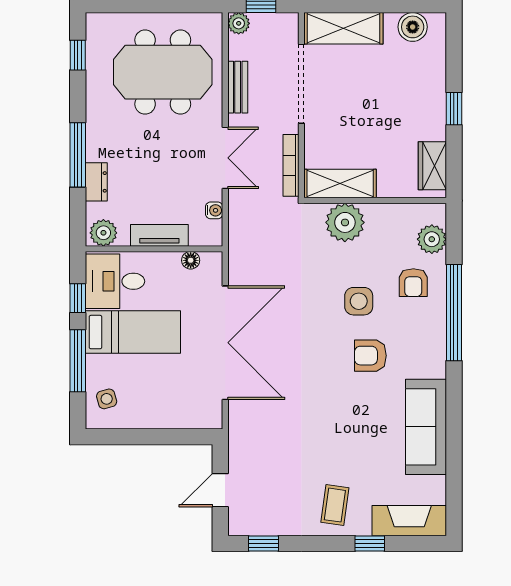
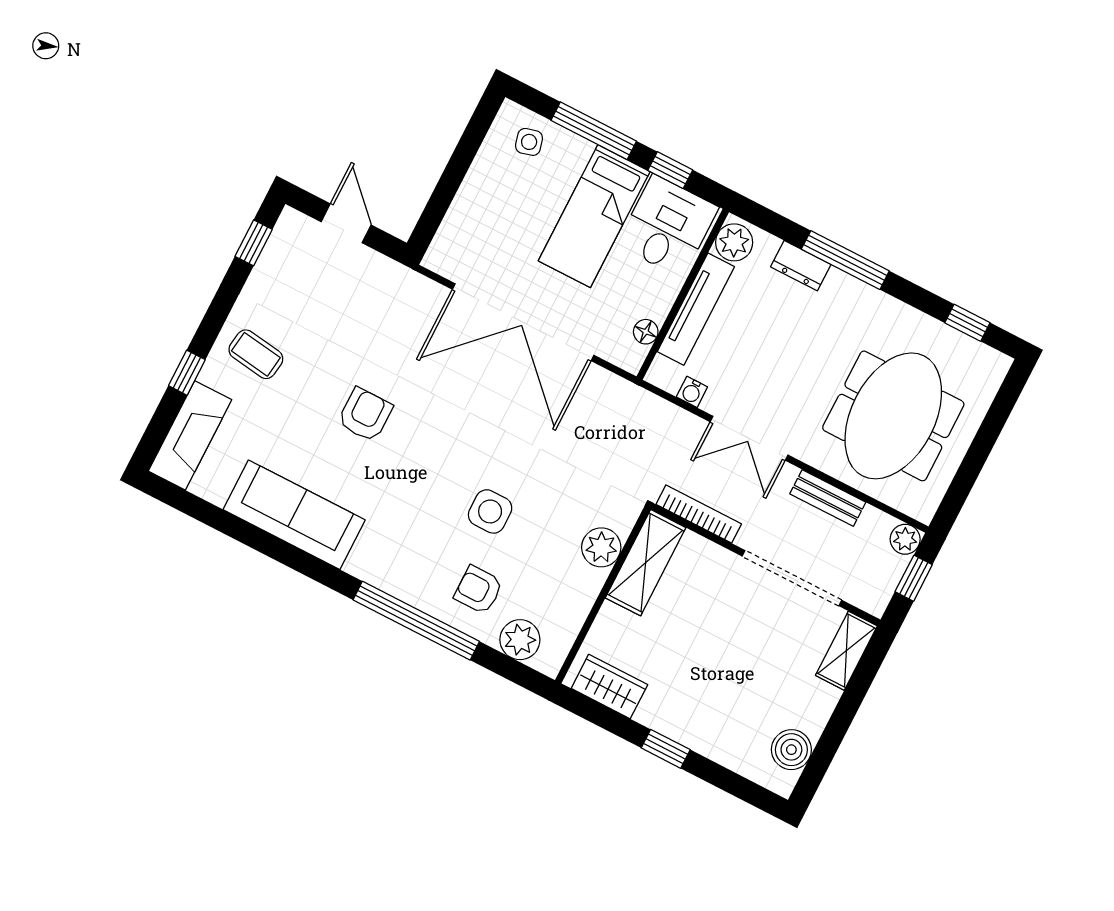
shelving: (343, 28) -> (846, 651), width x0.67, depth x0.75
plant: (345, 222) -> (601, 547), width x0.73, depth x0.73
tv unit: (159, 235) -> (696, 309), width x1.41
armchair: (370, 356) -> (365, 415), moved

